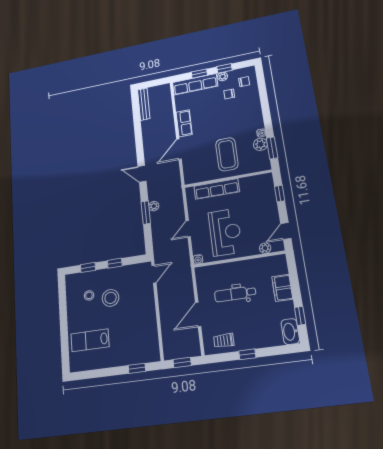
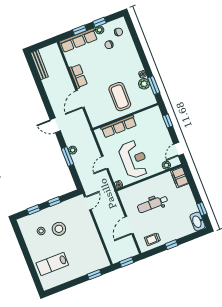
filing cabinet: (282, 288) -> (180, 177), moved

